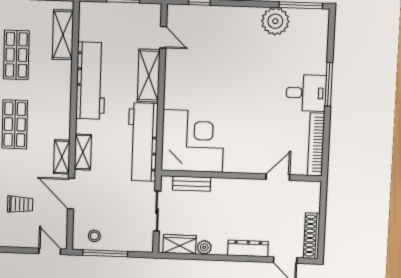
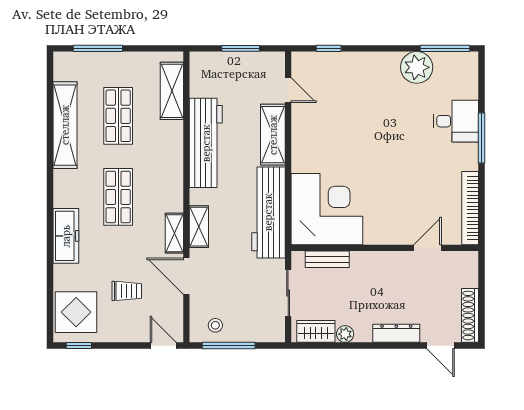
desk: (306, 93) -> (456, 121), moved

